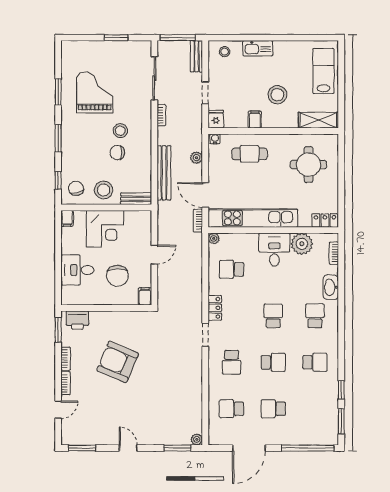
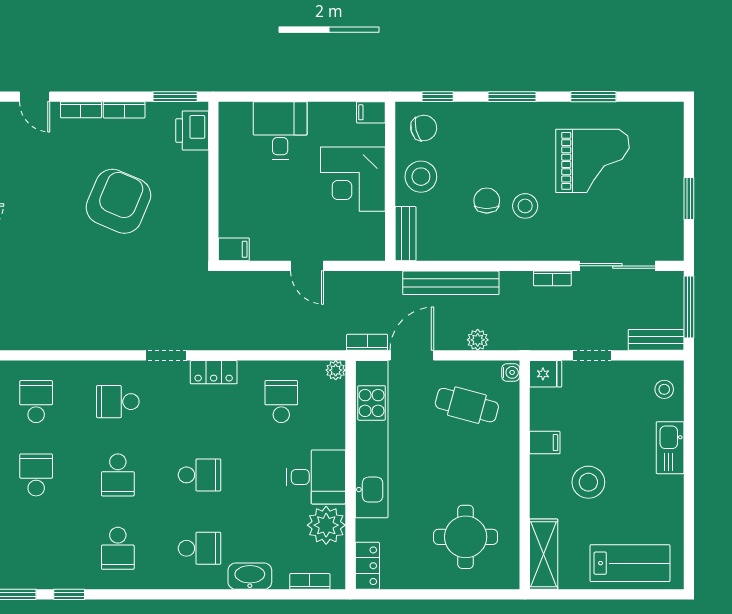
cafe table: (250, 154) -> (467, 405), moved, turned -75
chair: (117, 276) -> (270, 201), removed

